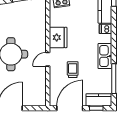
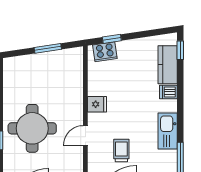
fridge: (58, 37) -> (97, 104), width x0.53, depth x0.75

